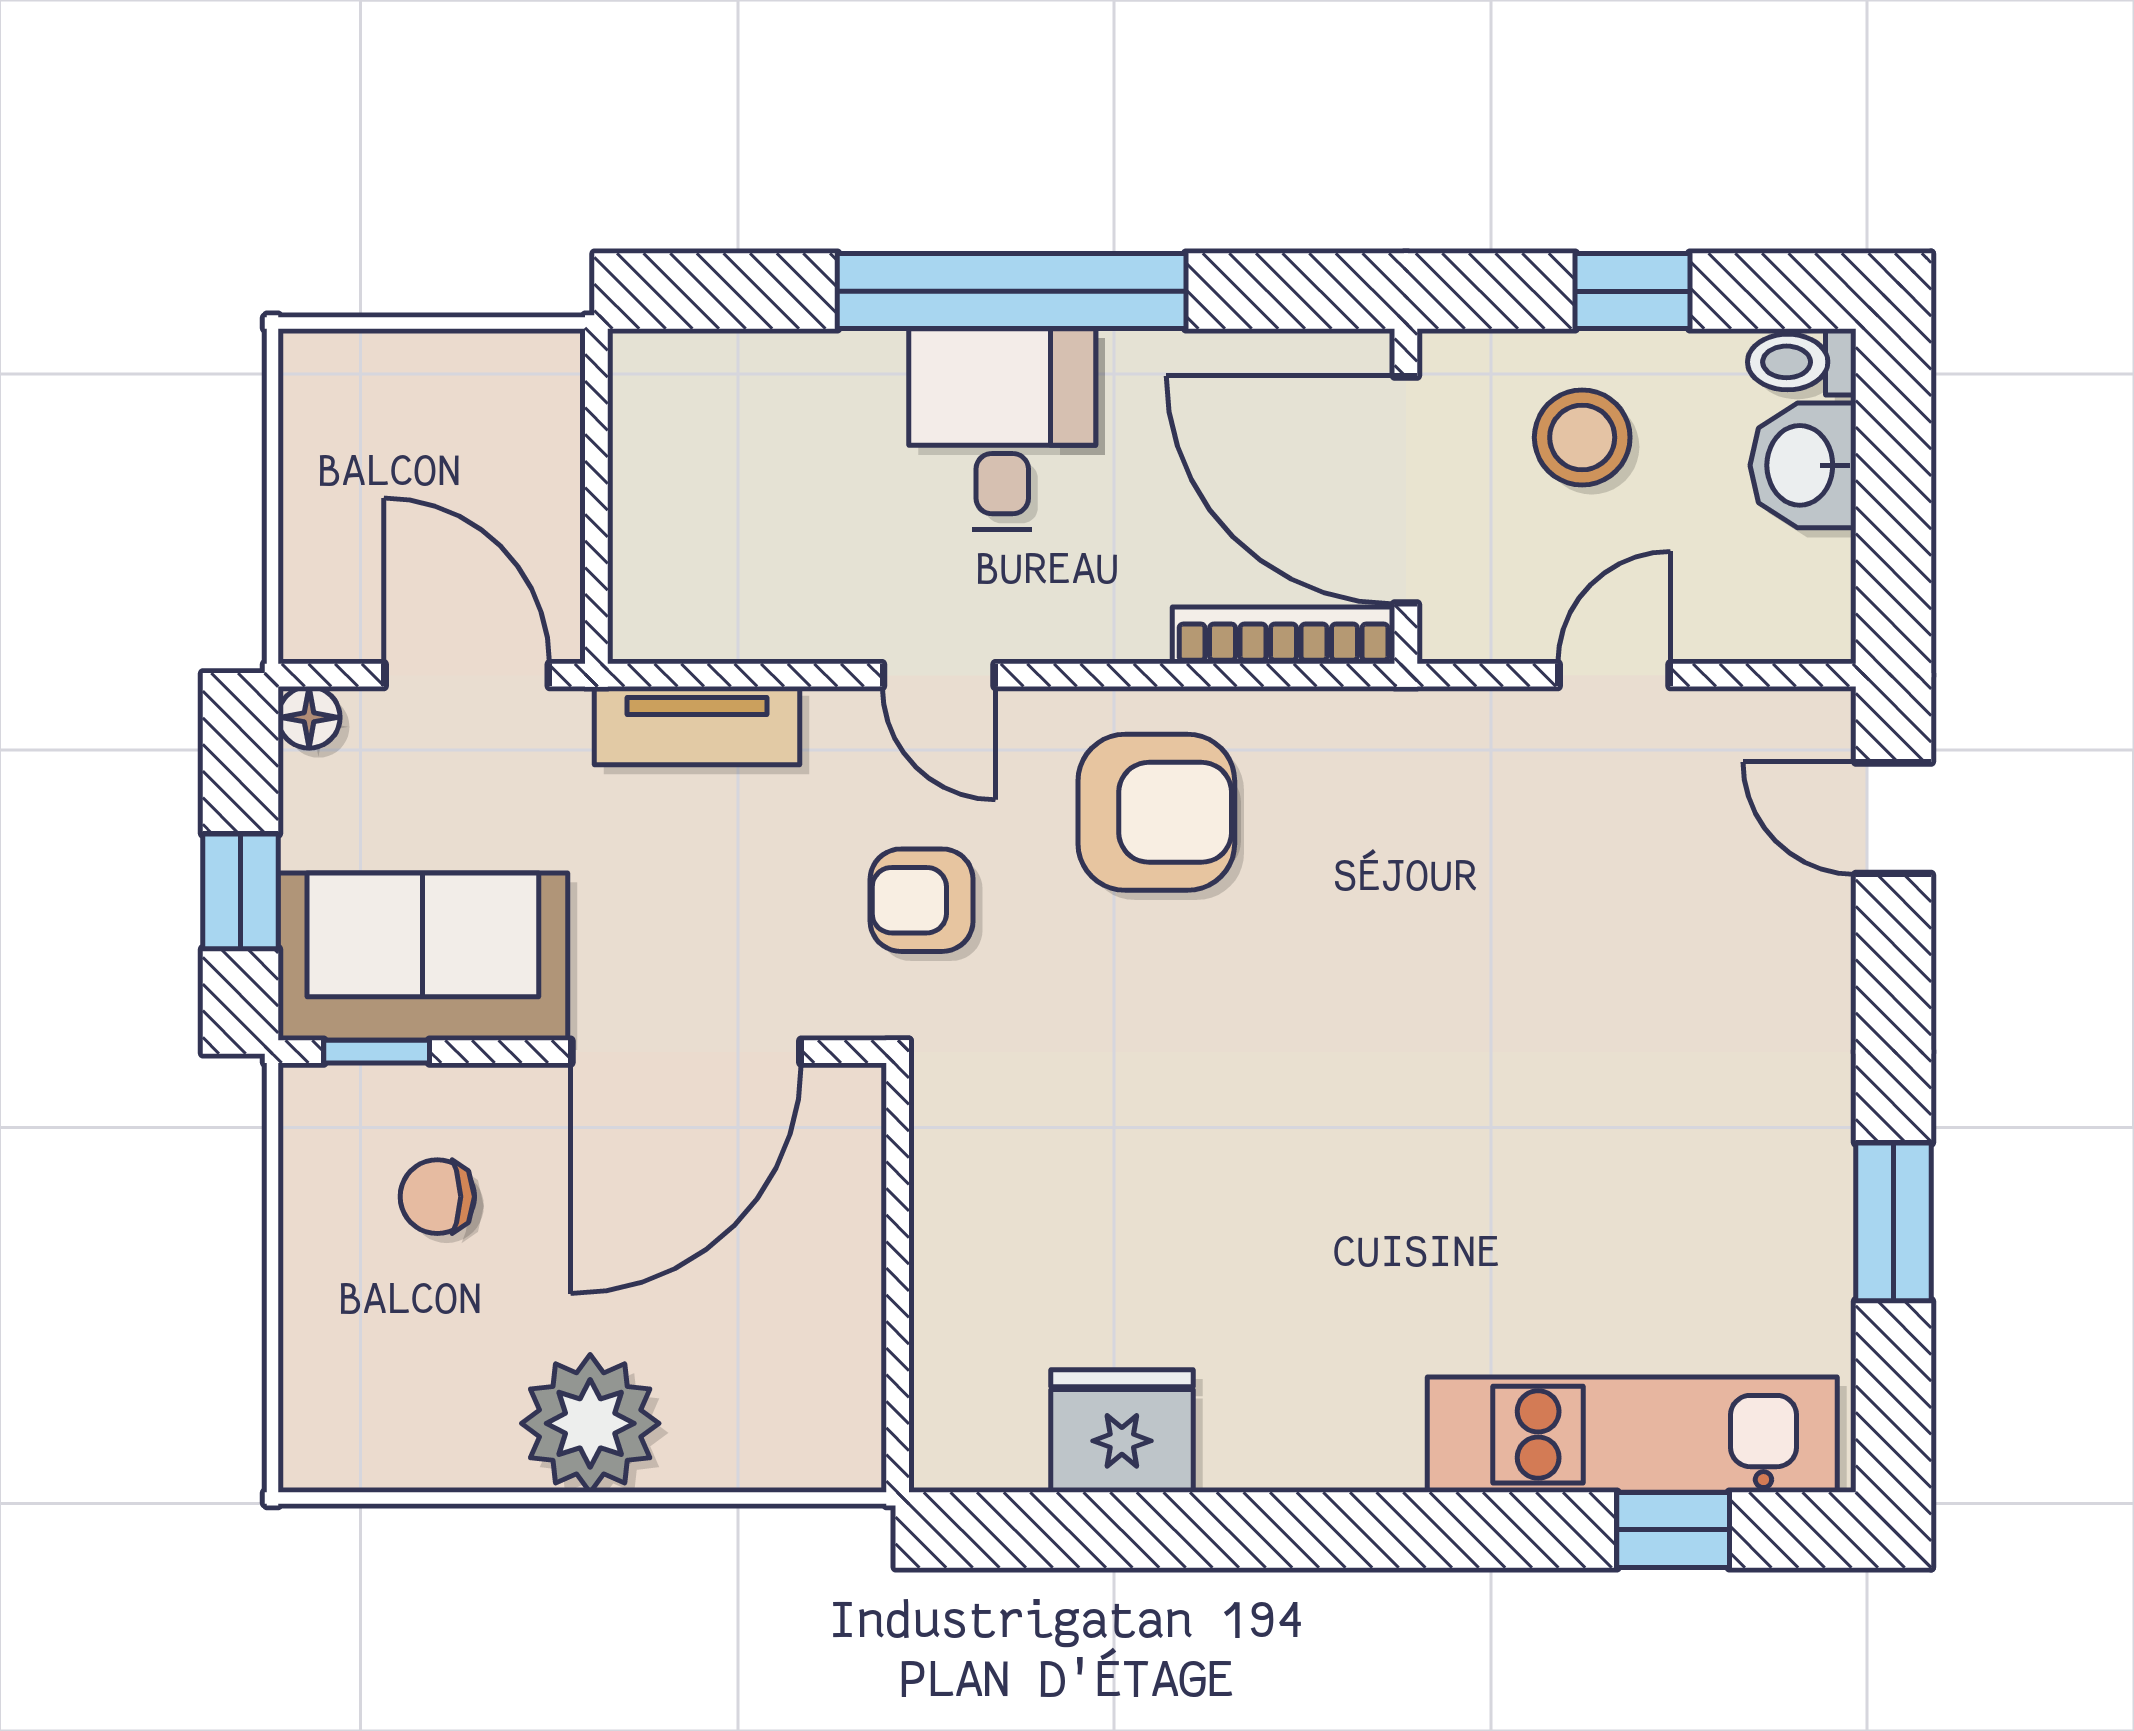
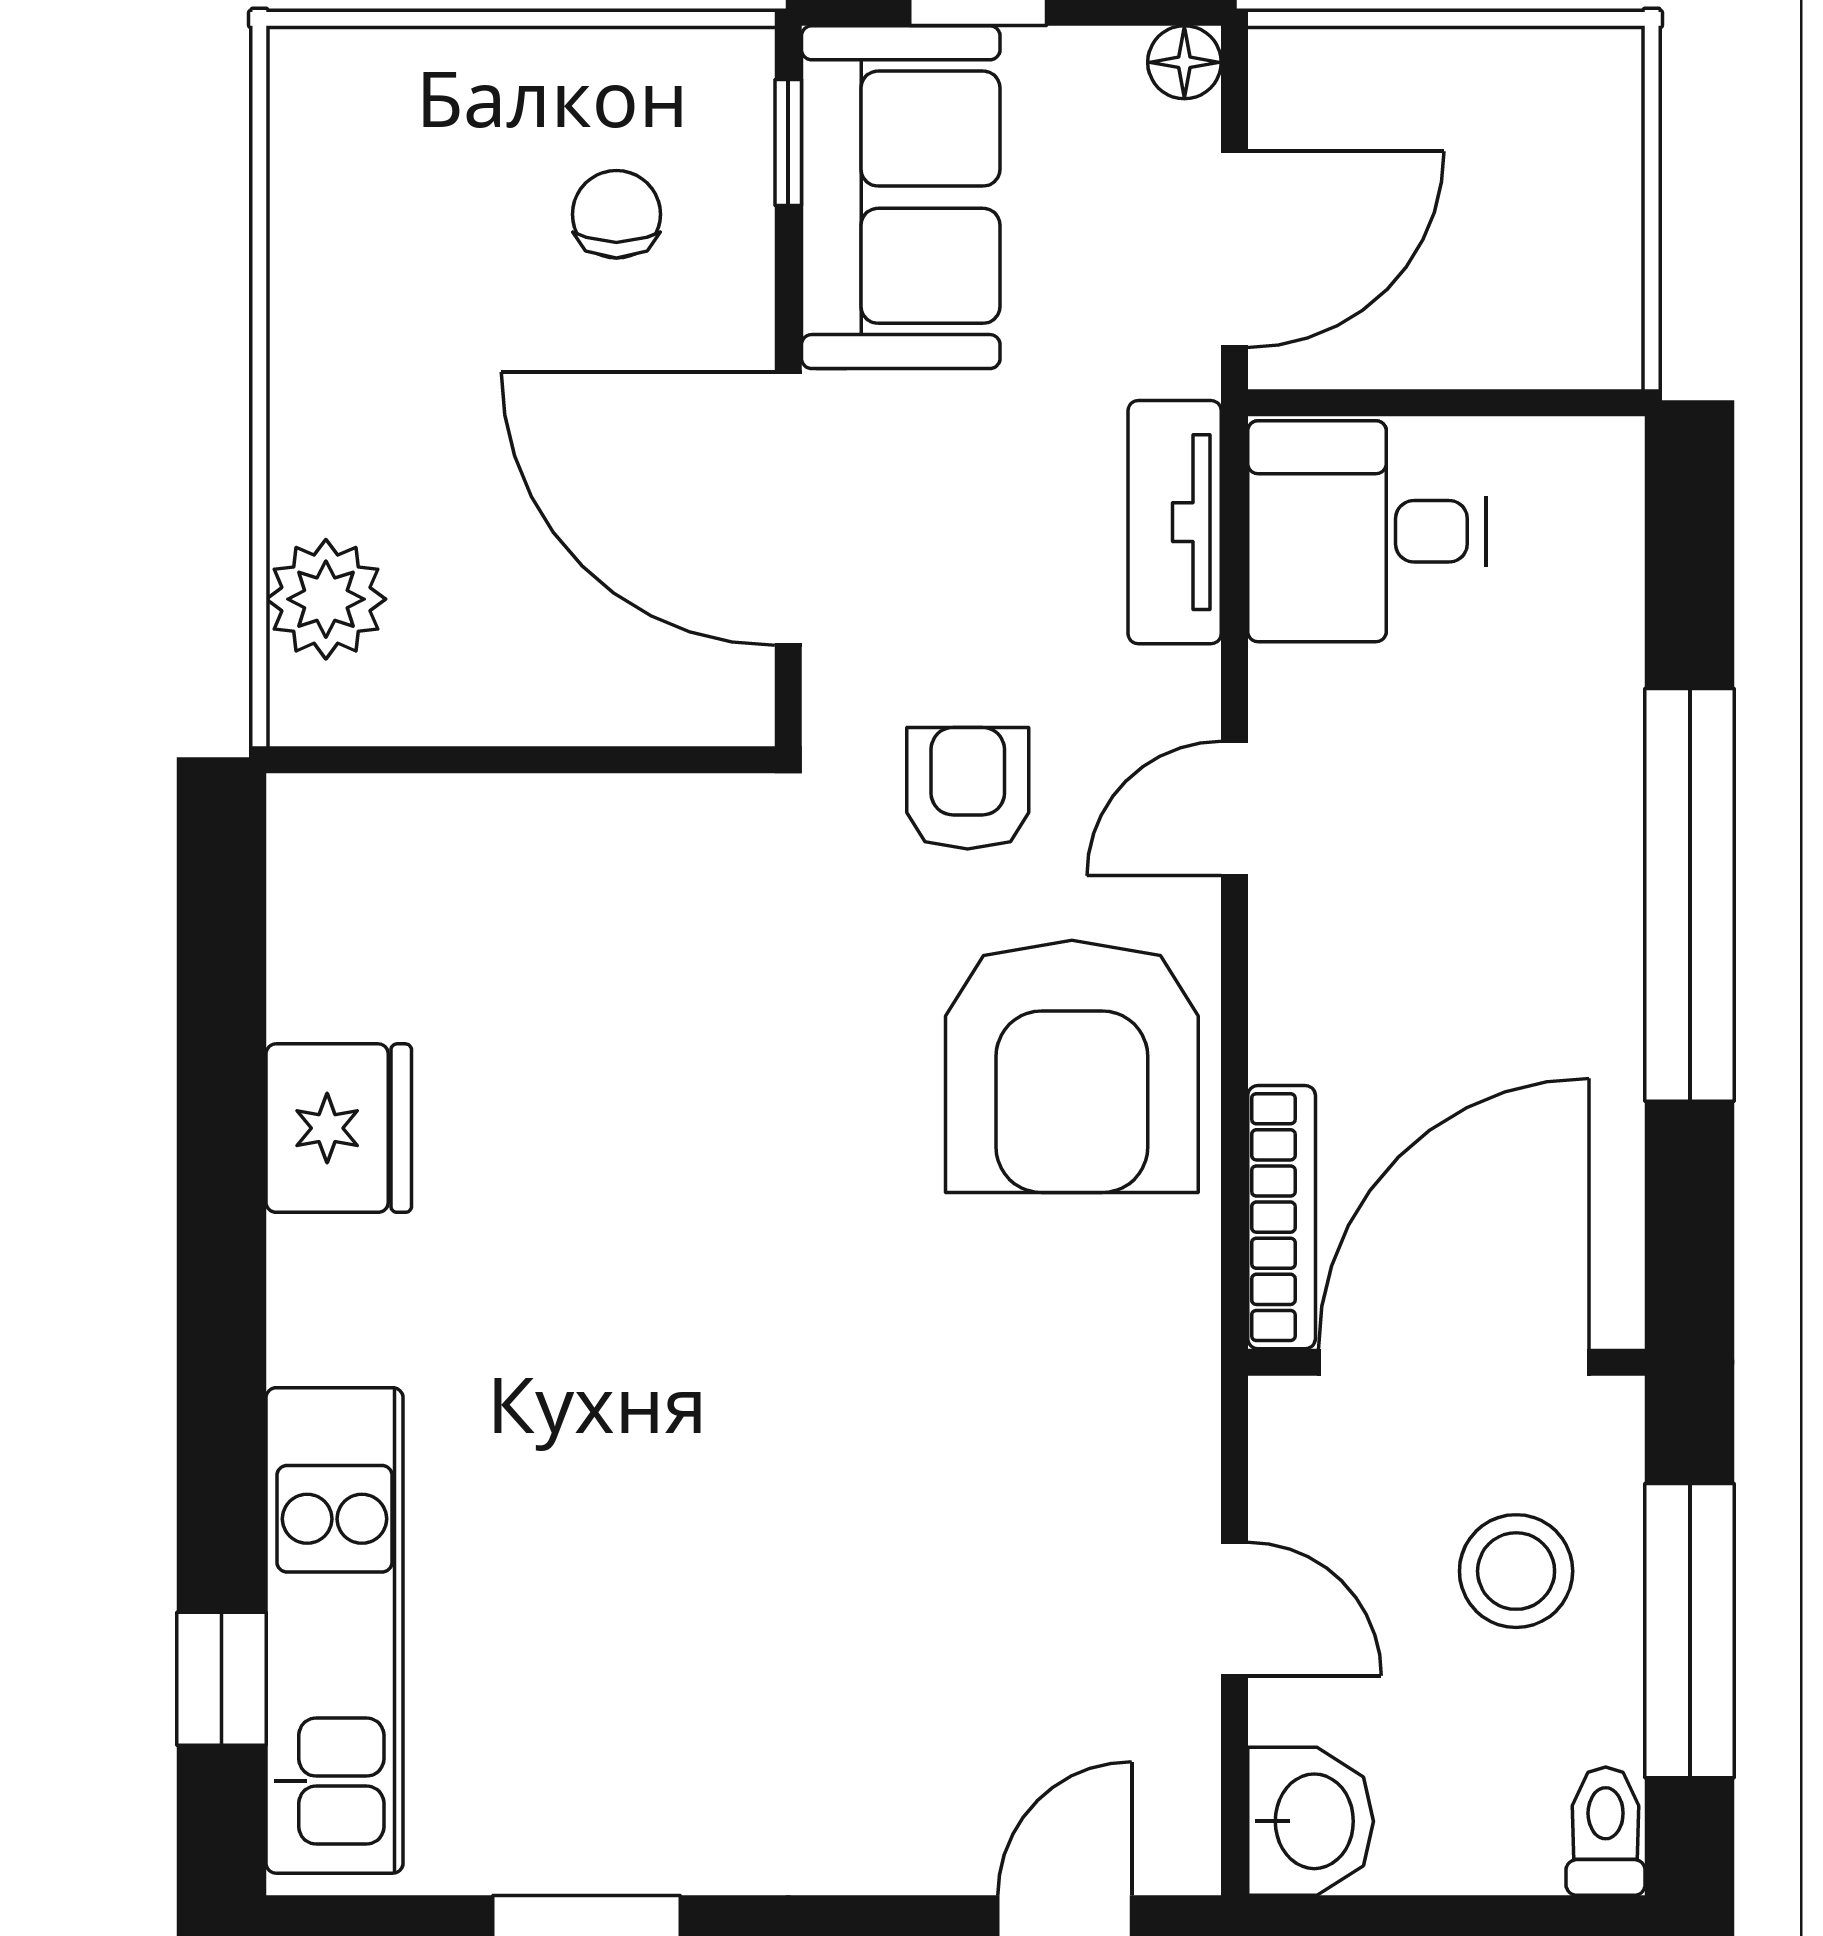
window: (1632, 291) -> (1690, 1631), width x2.17
desk: (1002, 429) -> (1367, 531), moved, turned 180
washbasin: (1803, 465) -> (1311, 1821), moved, turned 90
armchair: (1156, 812) -> (1072, 1066), width x1.36, depth x1.36
plant: (590, 1423) -> (326, 599), moved, width x0.73, depth x0.73
fridge: (1122, 1431) -> (339, 1128), moved

